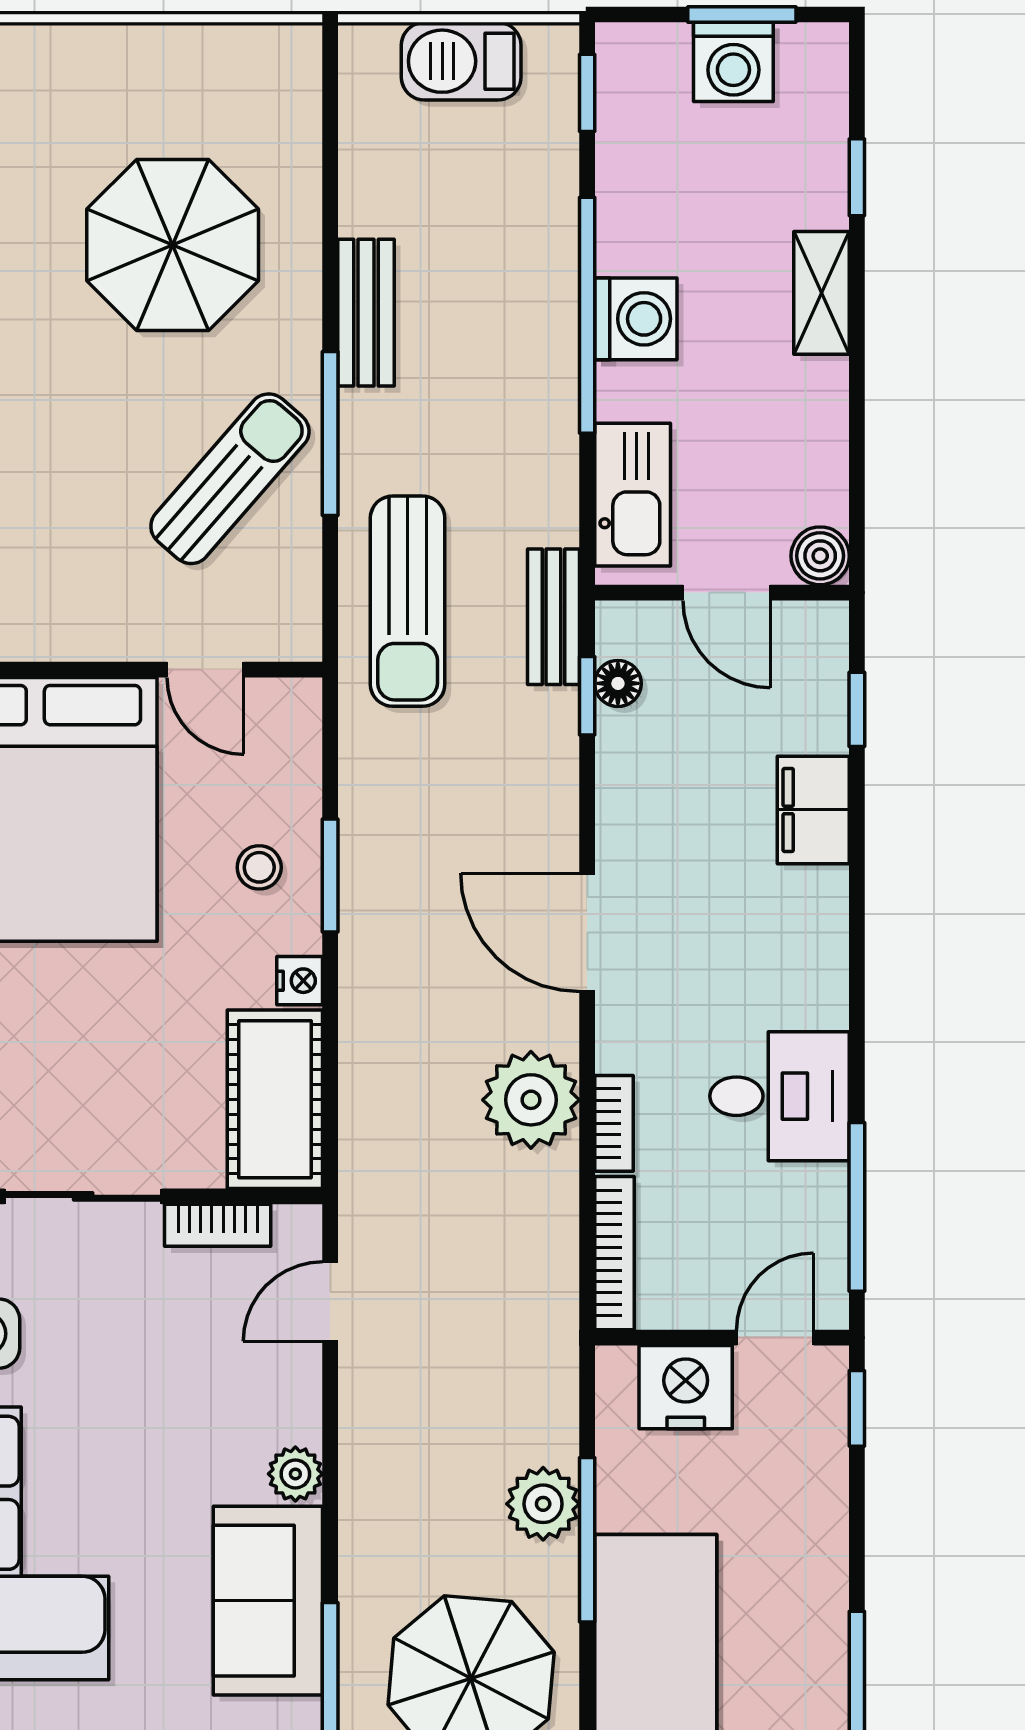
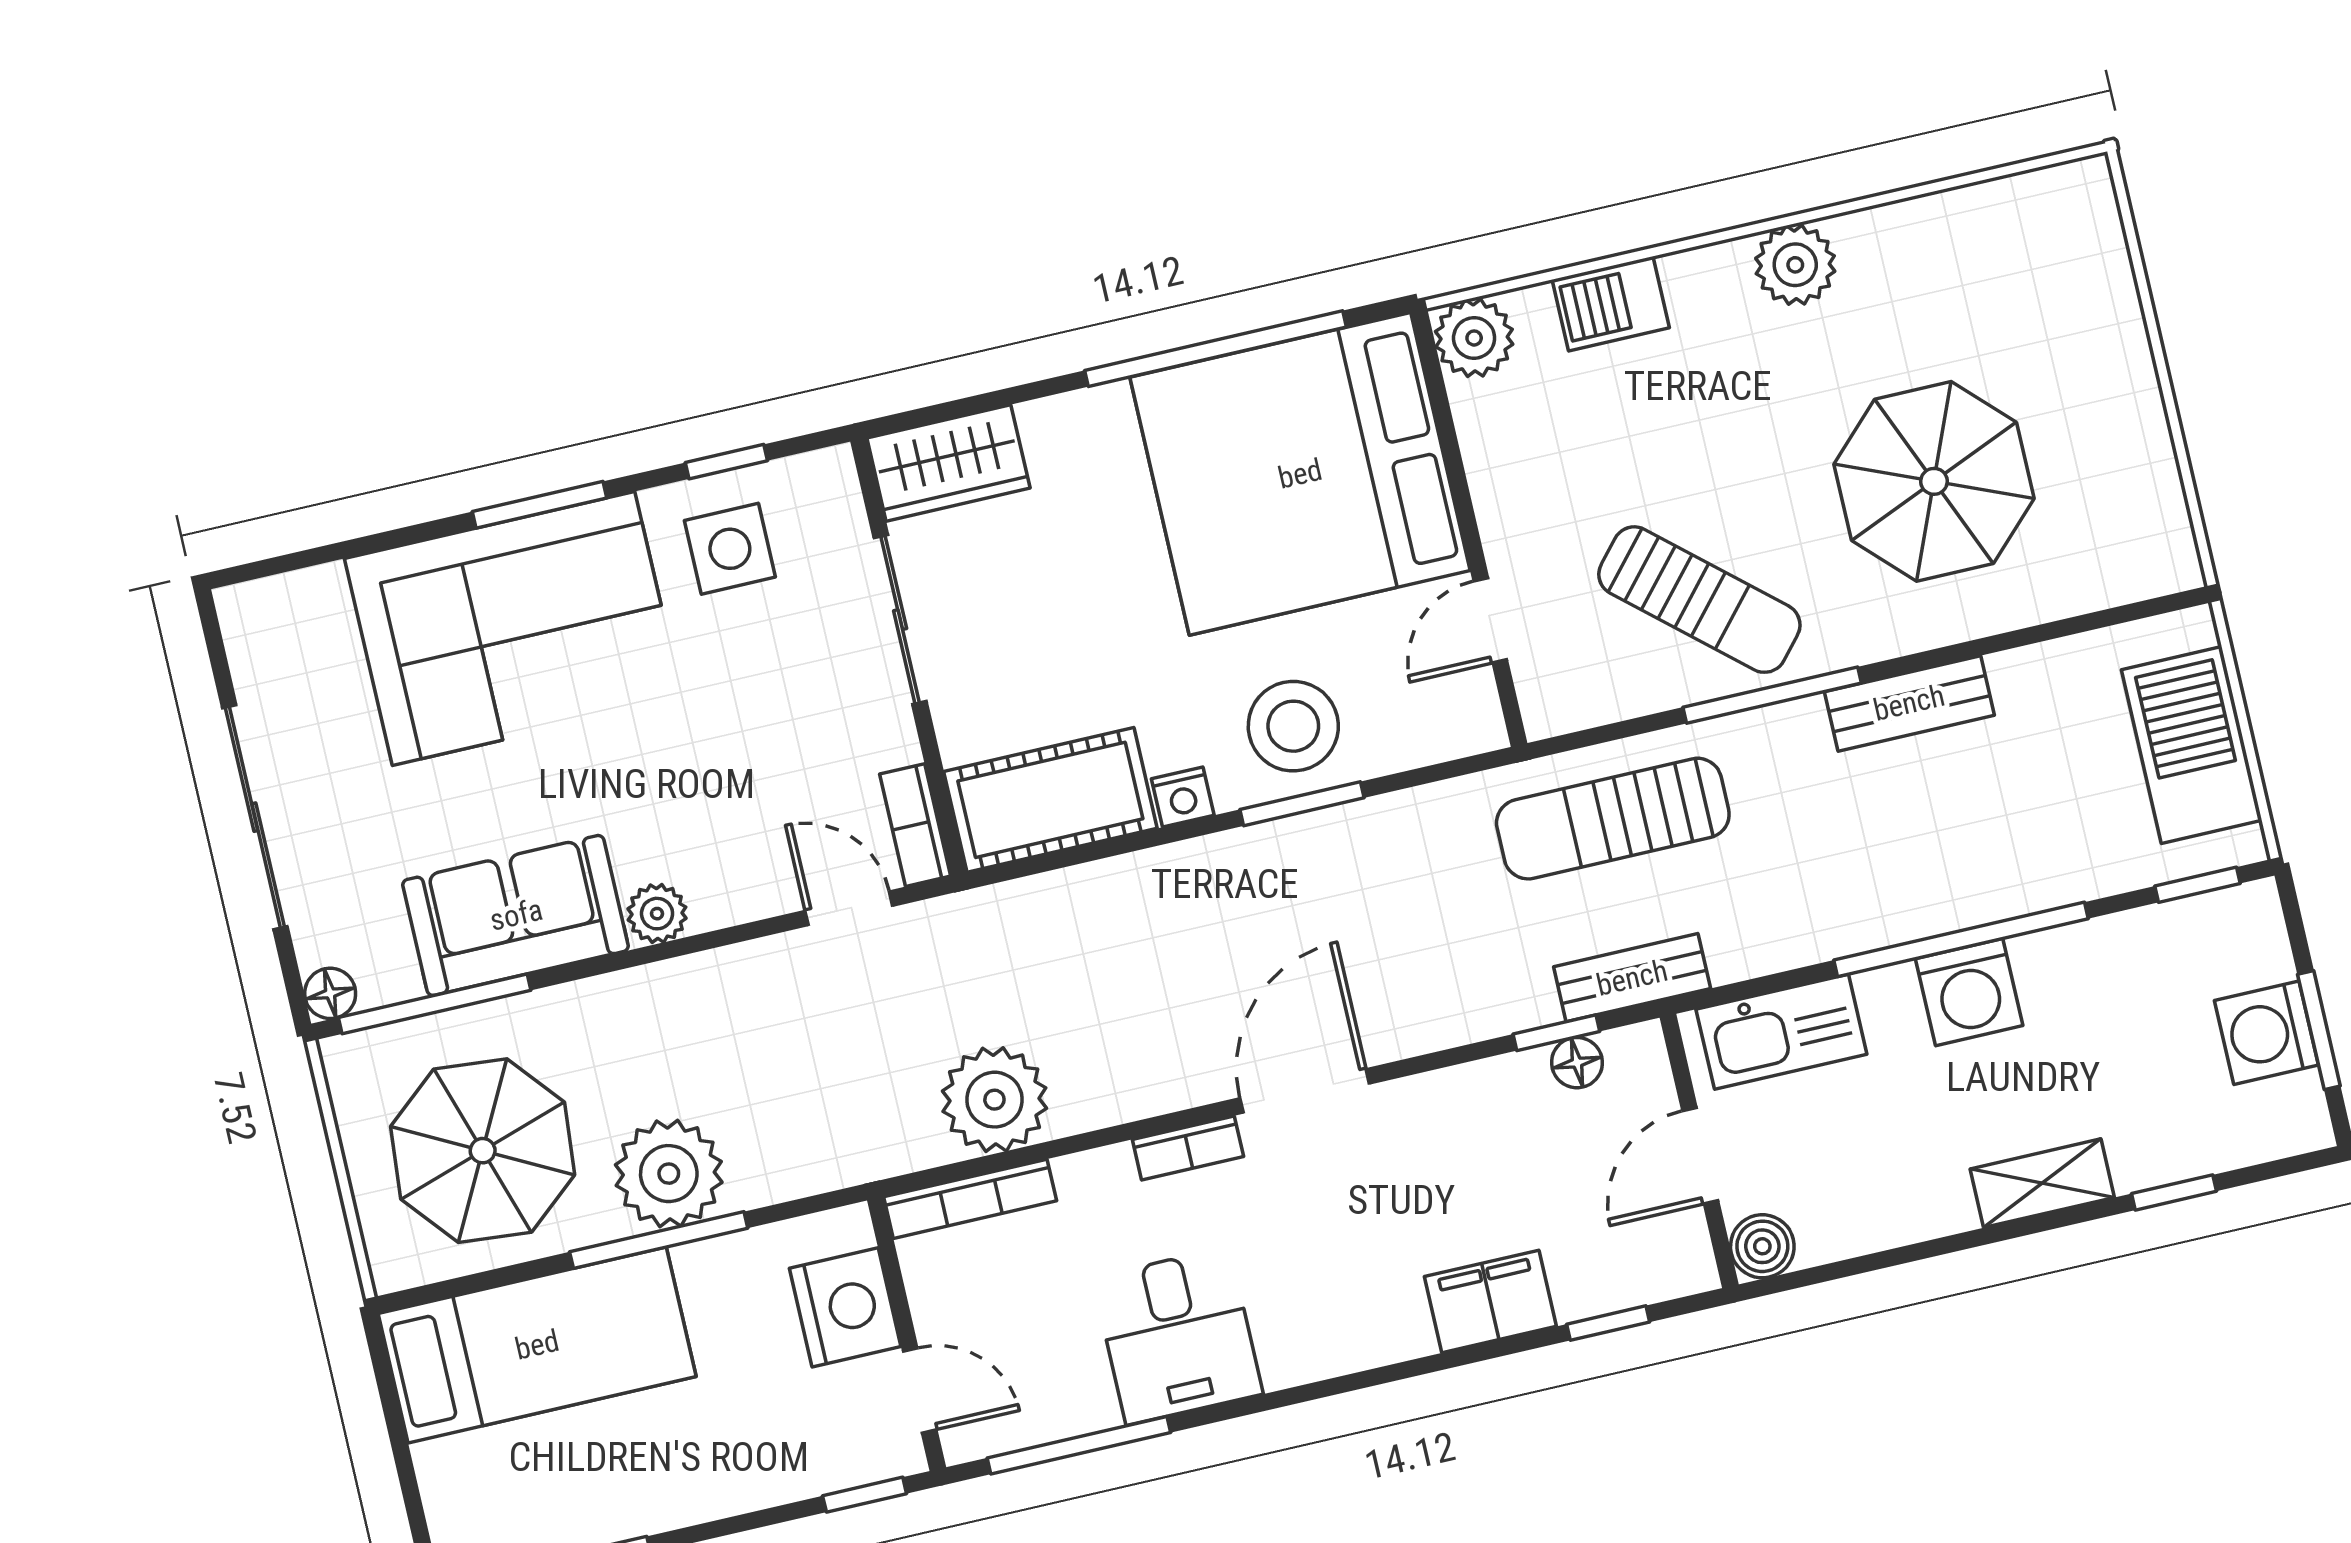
barbecue: (461, 61) -> (2192, 745), width x1.37, depth x1.21
stool: (259, 867) -> (1293, 726), width x1.89, depth x1.89
plant: (531, 1100) -> (994, 1100), moved
bookcase: (614, 1123) -> (1188, 1148), moved
bookcase: (218, 1225) -> (915, 825), moved
plant: (543, 1504) -> (669, 1174), width x1.36, depth x1.36

